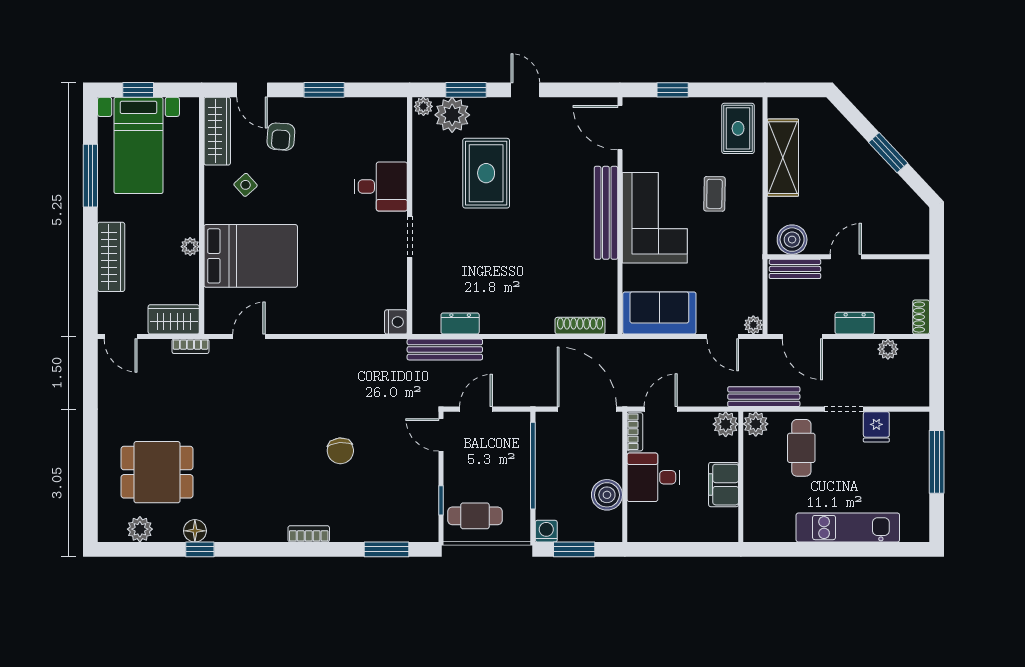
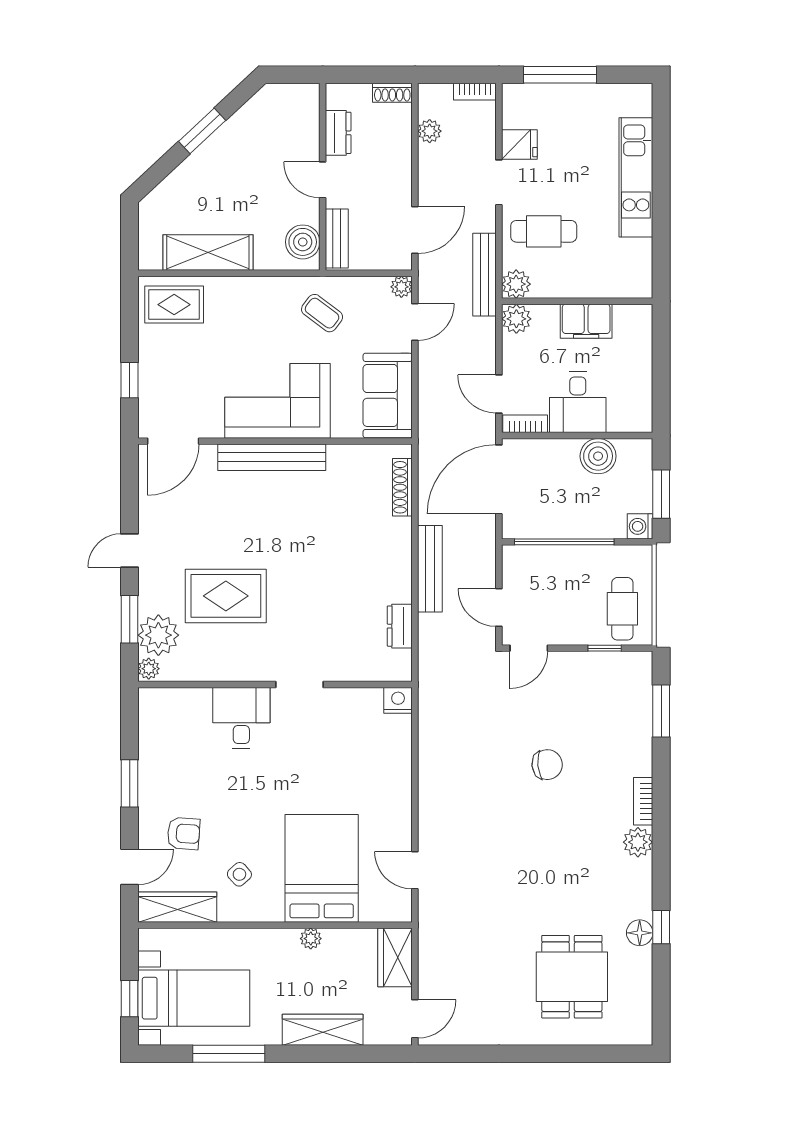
coffee table: (714, 194) -> (322, 313), moved, turned 36
dresser: (855, 323) -> (338, 133), moved, turned 180
bookcase: (190, 346) -> (475, 92), moved, turned 90
bench: (445, 350) -> (430, 569), moved
plant: (140, 529) -> (638, 842), moved

